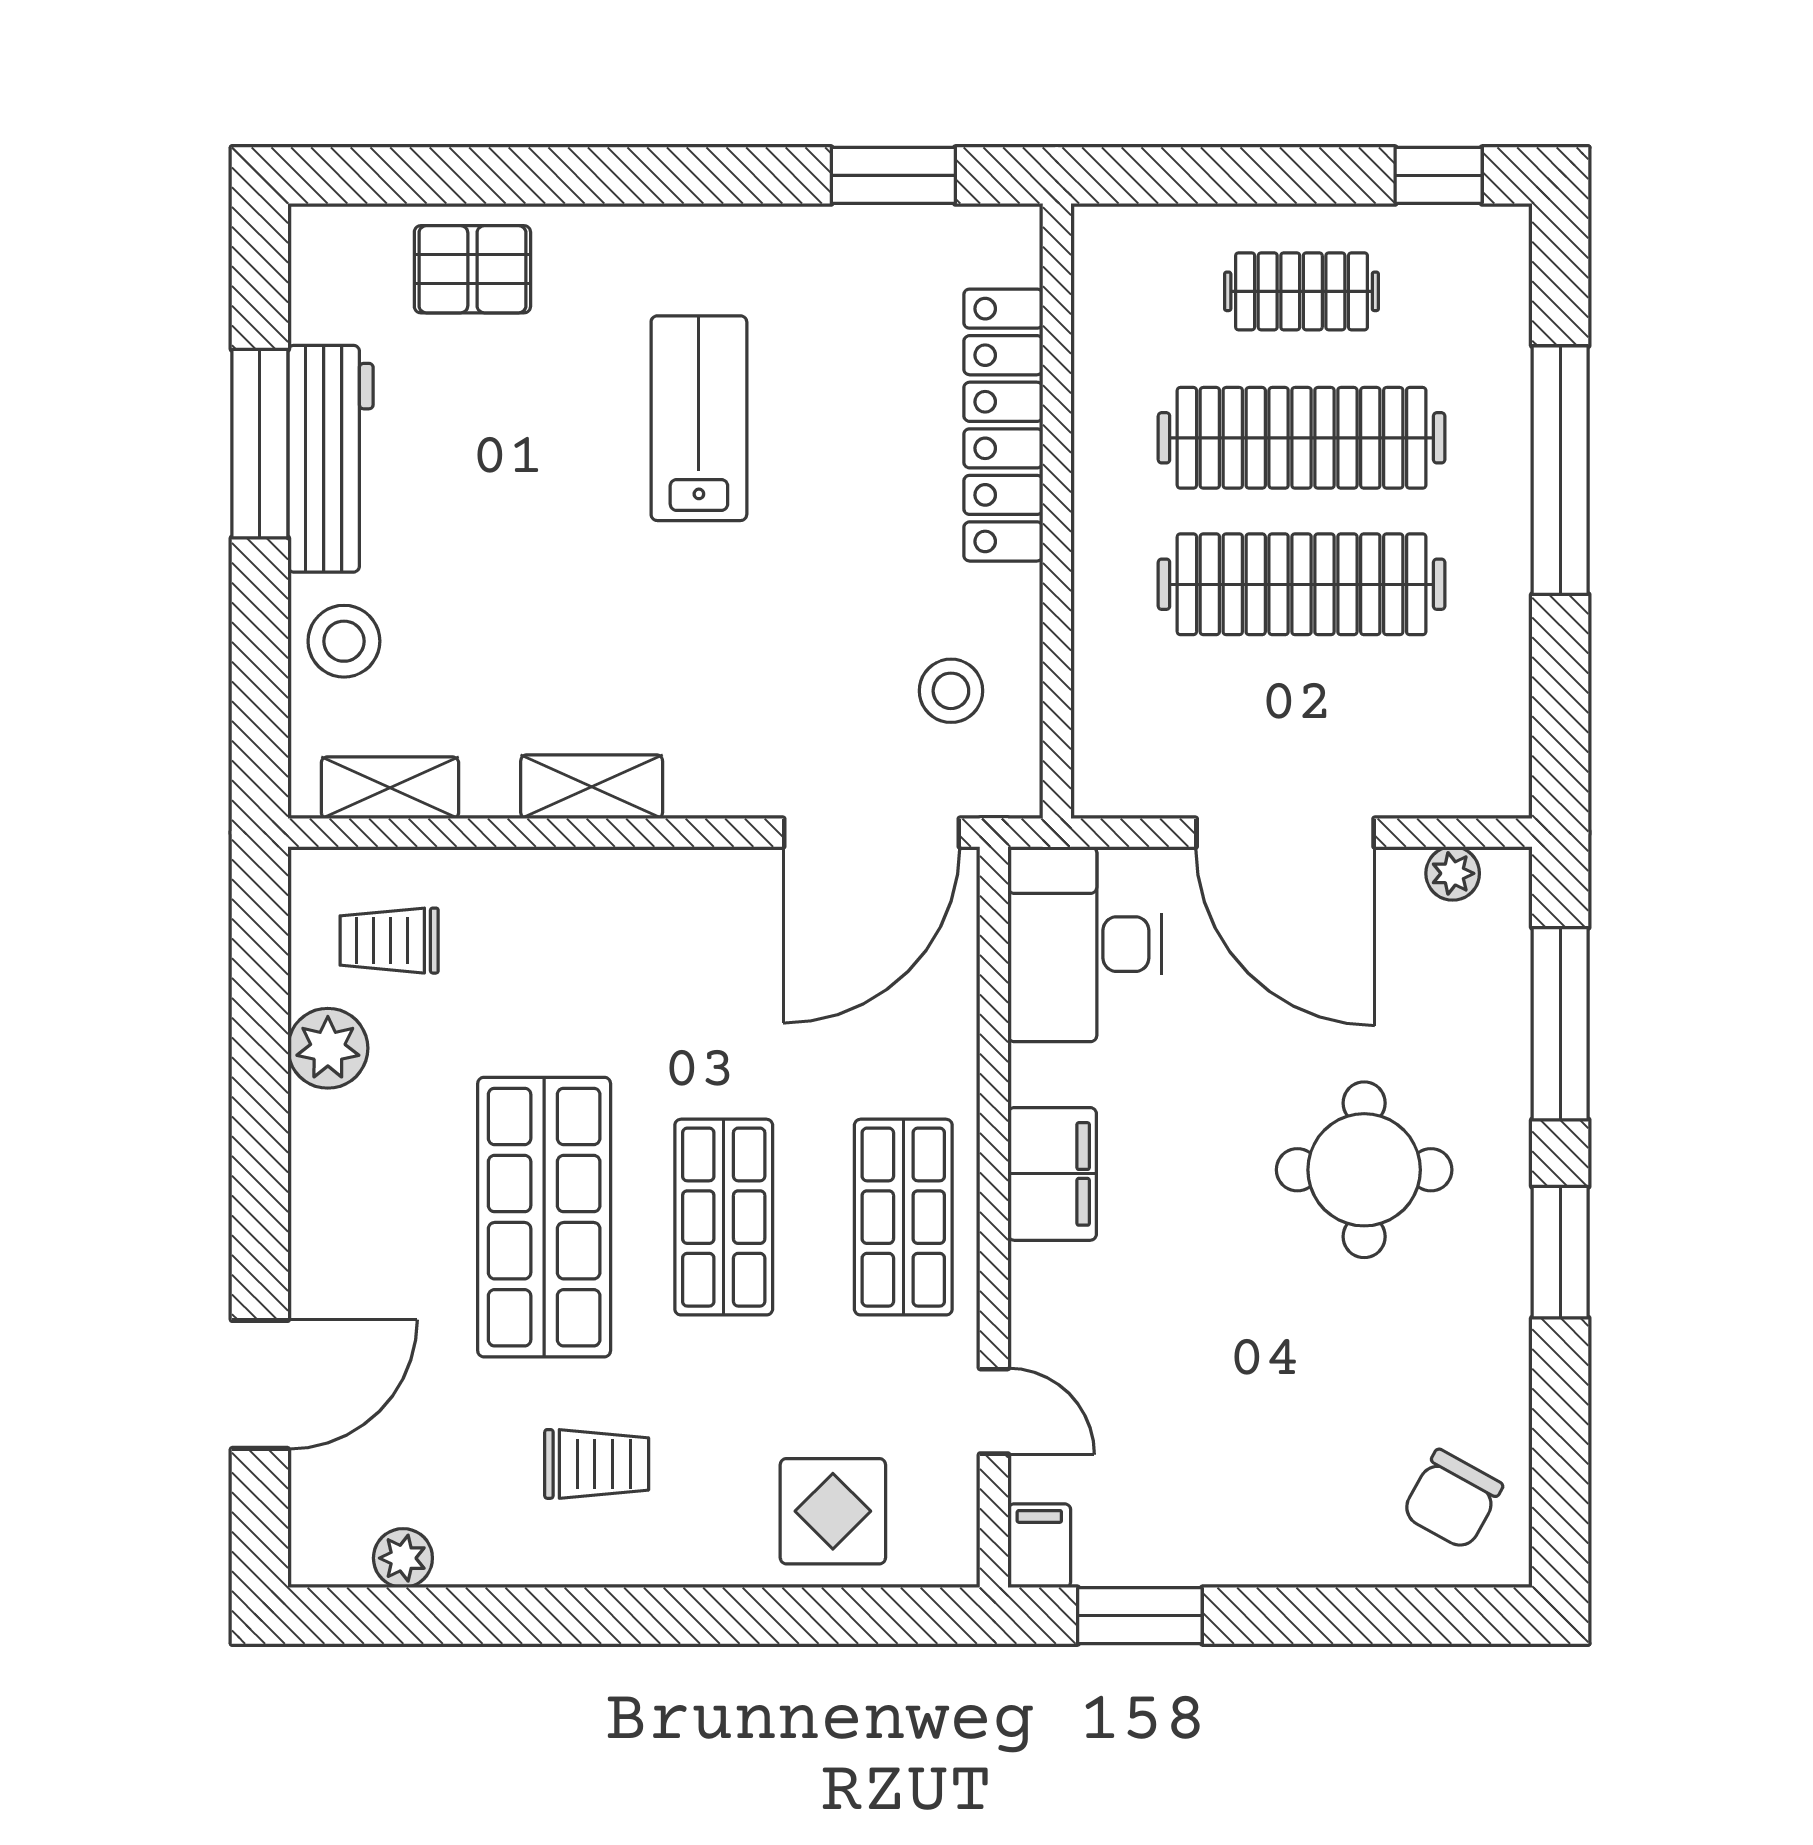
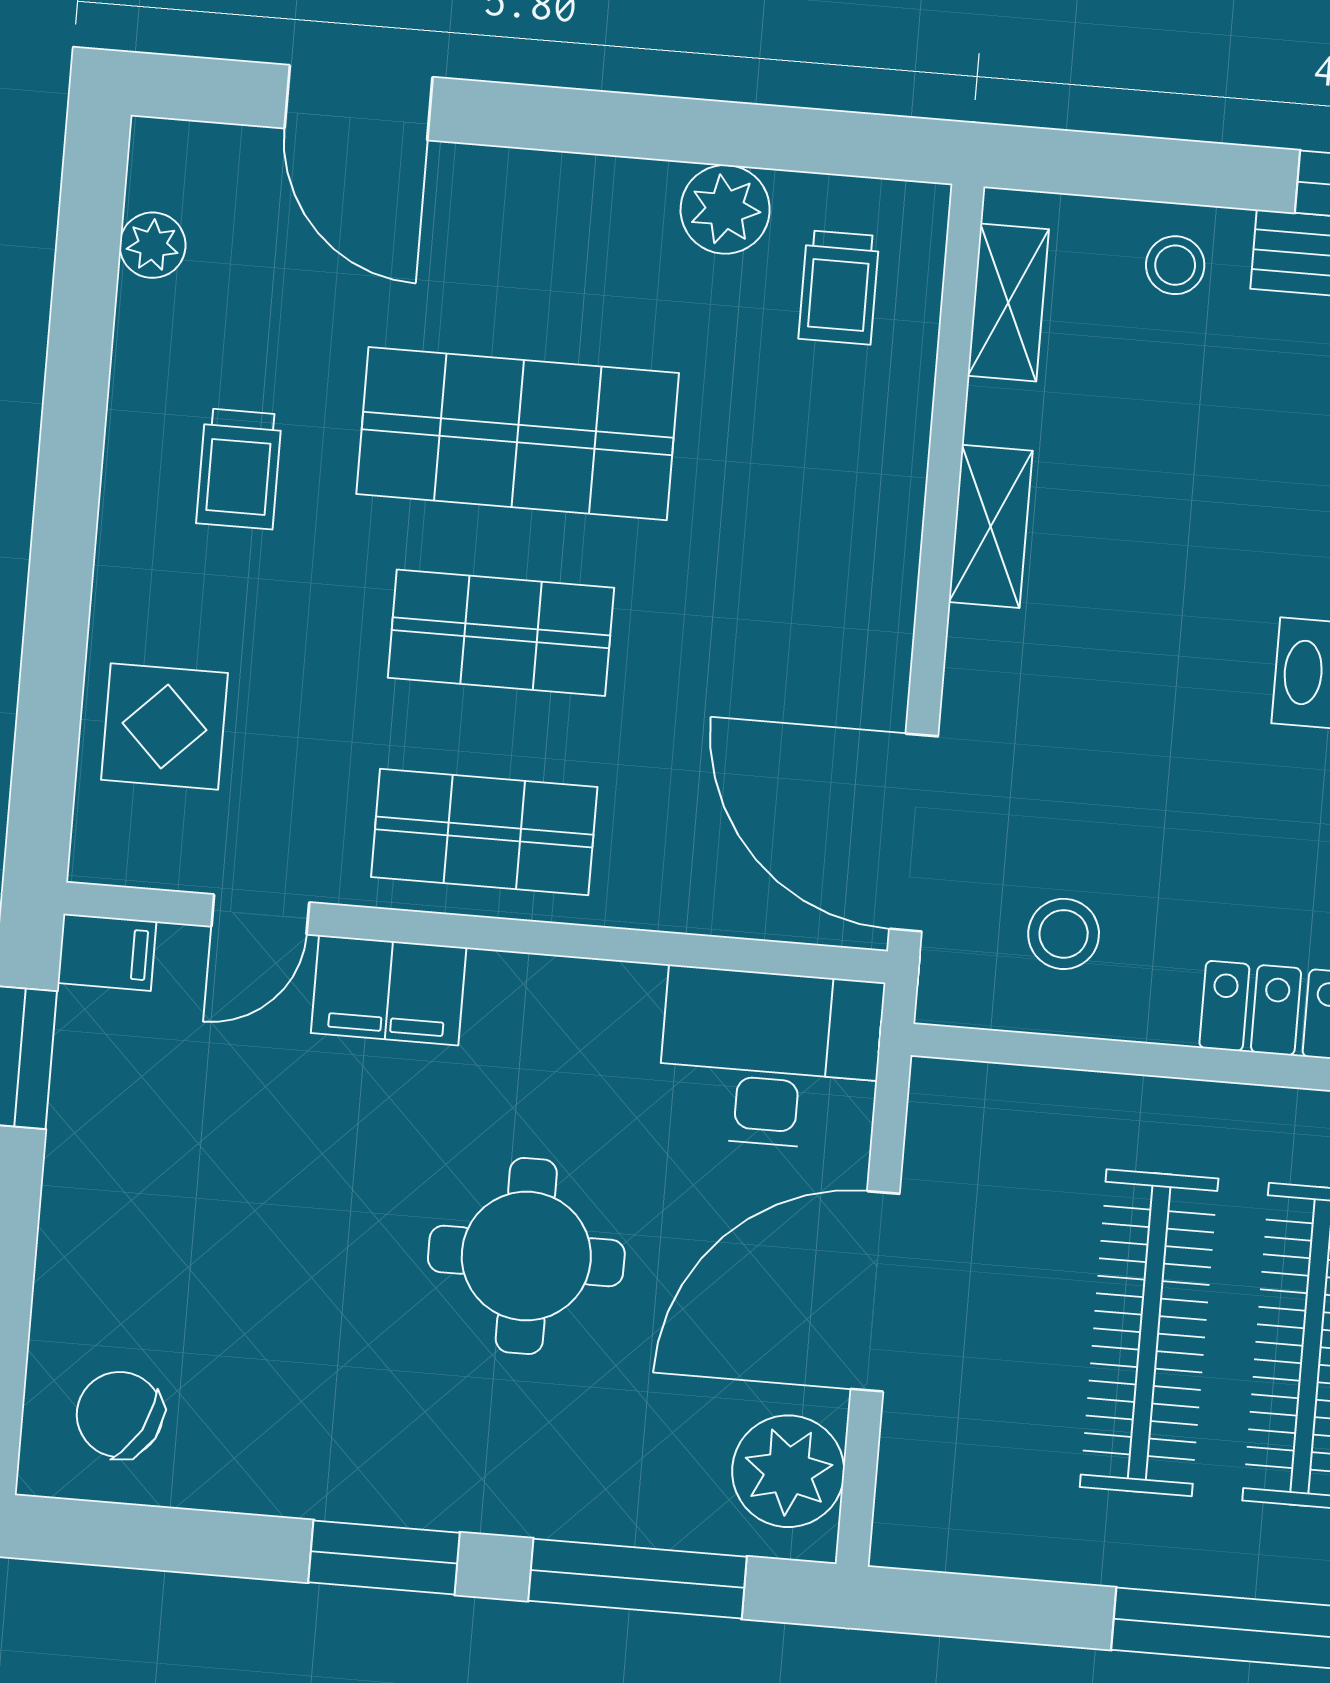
stool: (344, 641) -> (1175, 265), width x0.73, depth x0.73
plant: (1453, 873) -> (788, 1471), width x1.87, depth x1.87
trolley: (389, 941) -> (839, 287), turned 180
round table: (1364, 1170) -> (526, 1256), moved
filing cabinet: (1052, 1174) -> (389, 990), moved

